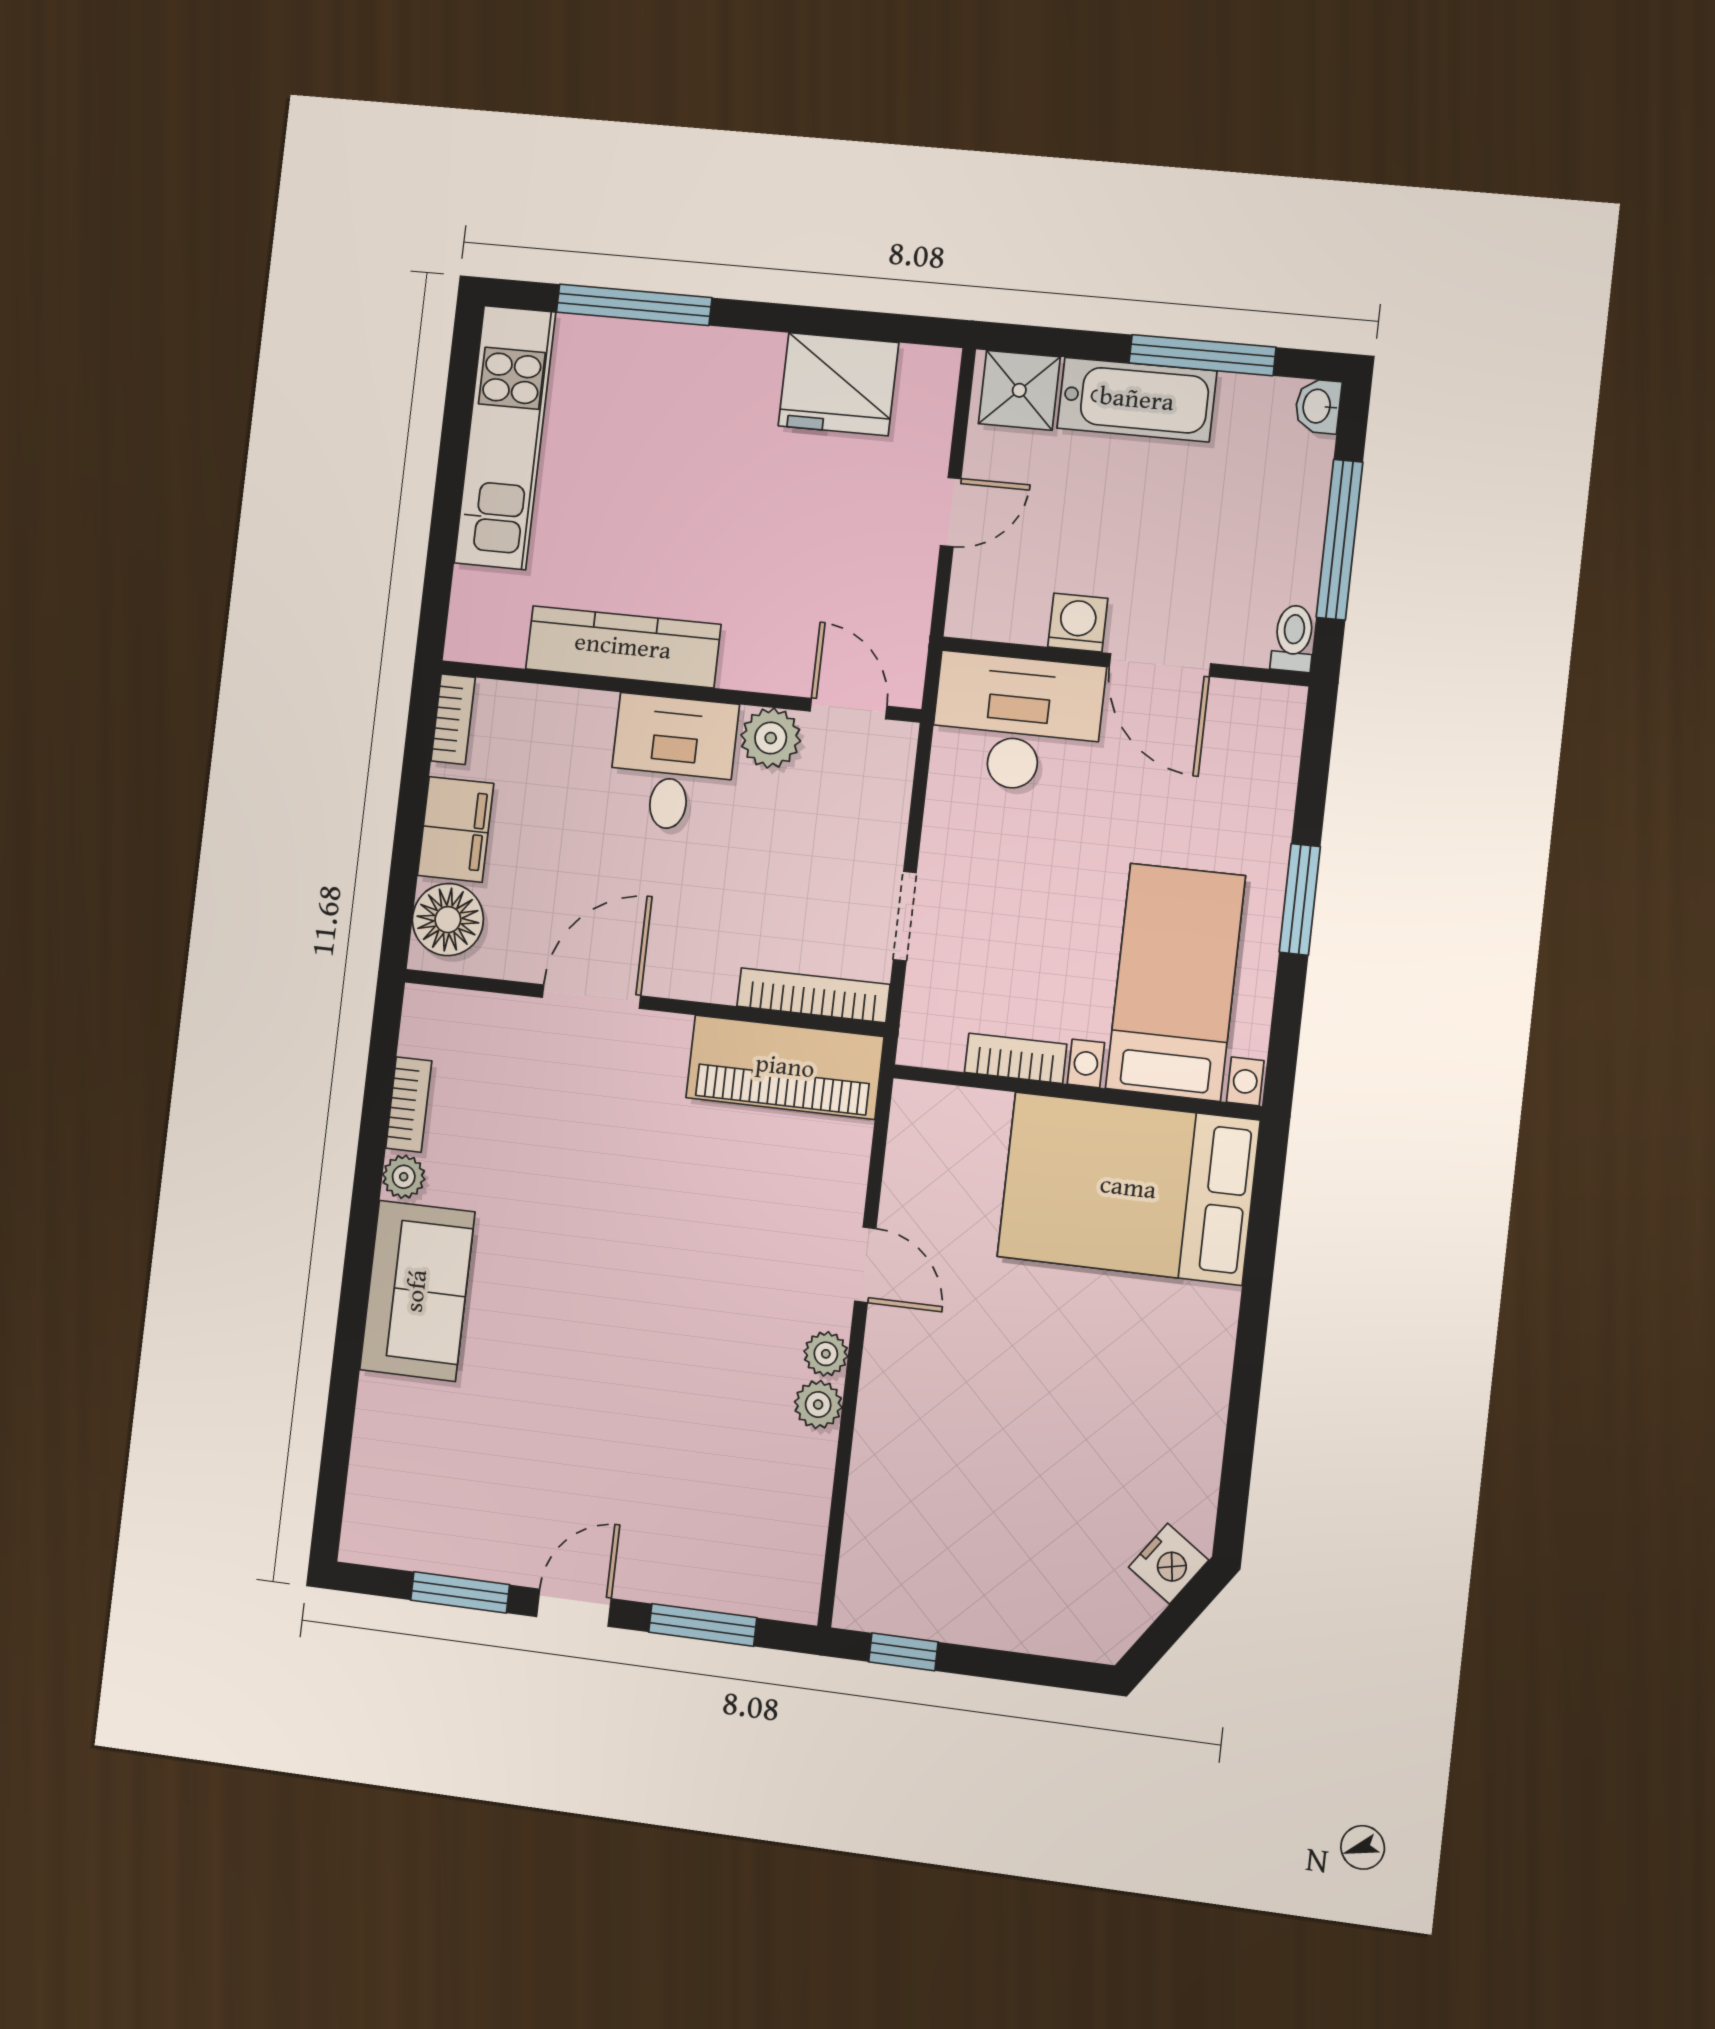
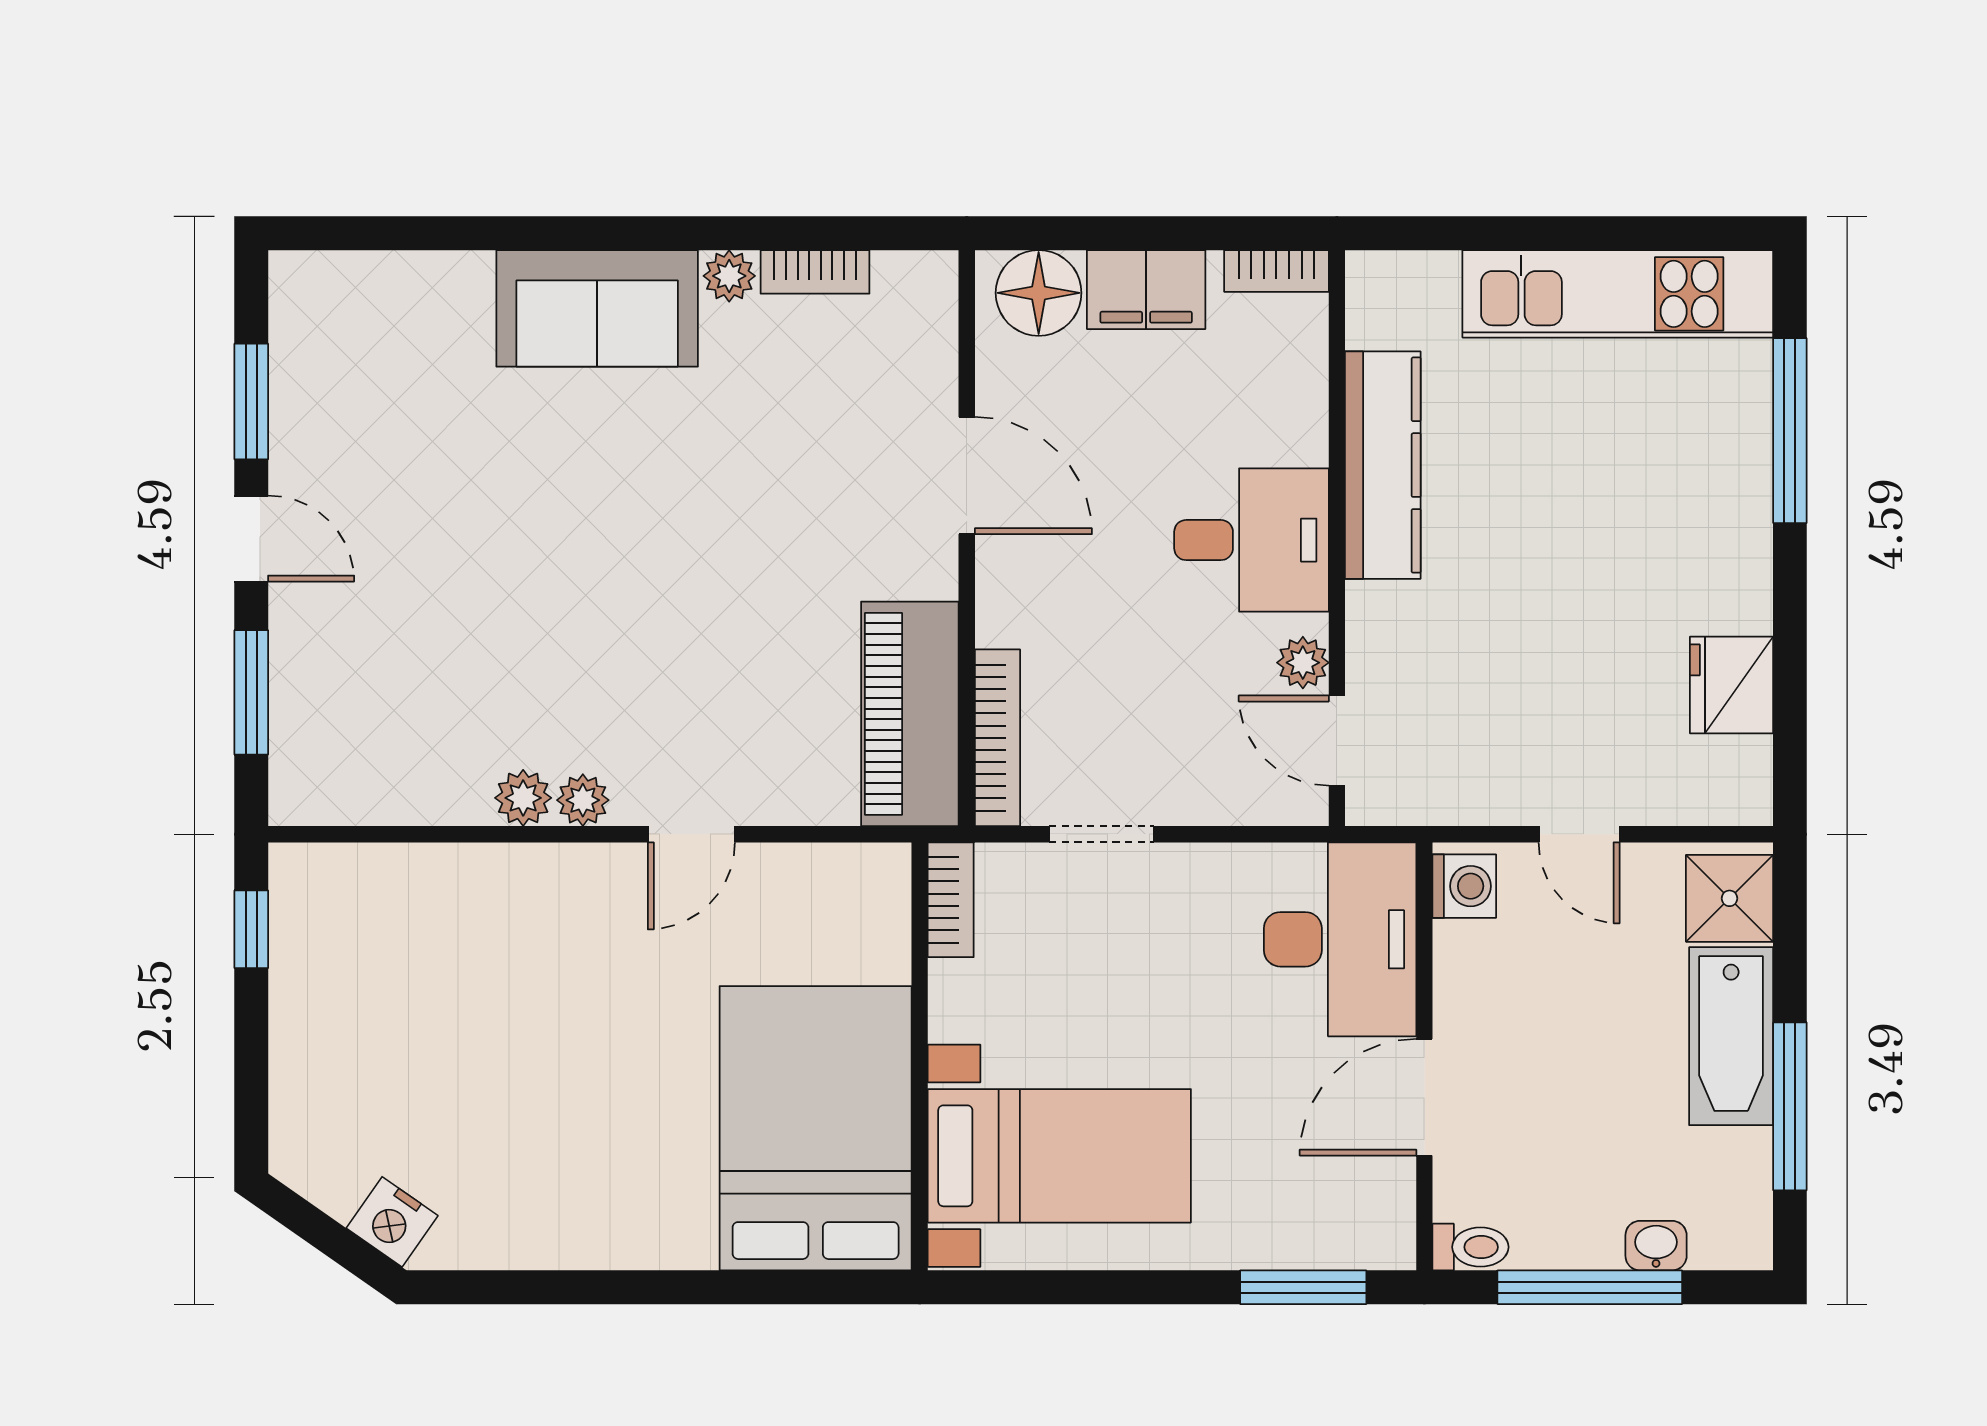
fridge: (838, 384) -> (1731, 685), width x0.73, depth x0.75
washbasin: (1318, 406) -> (1656, 1246), moved
washing machine: (1078, 623) -> (1464, 886), moved
door: (848, 709) -> (1337, 740), swing flipped
plant: (771, 738) -> (1303, 663), width x0.73, depth x0.73
window: (1300, 899) -> (1303, 1287), moved
bookcase: (1016, 1058) -> (951, 900), moved

